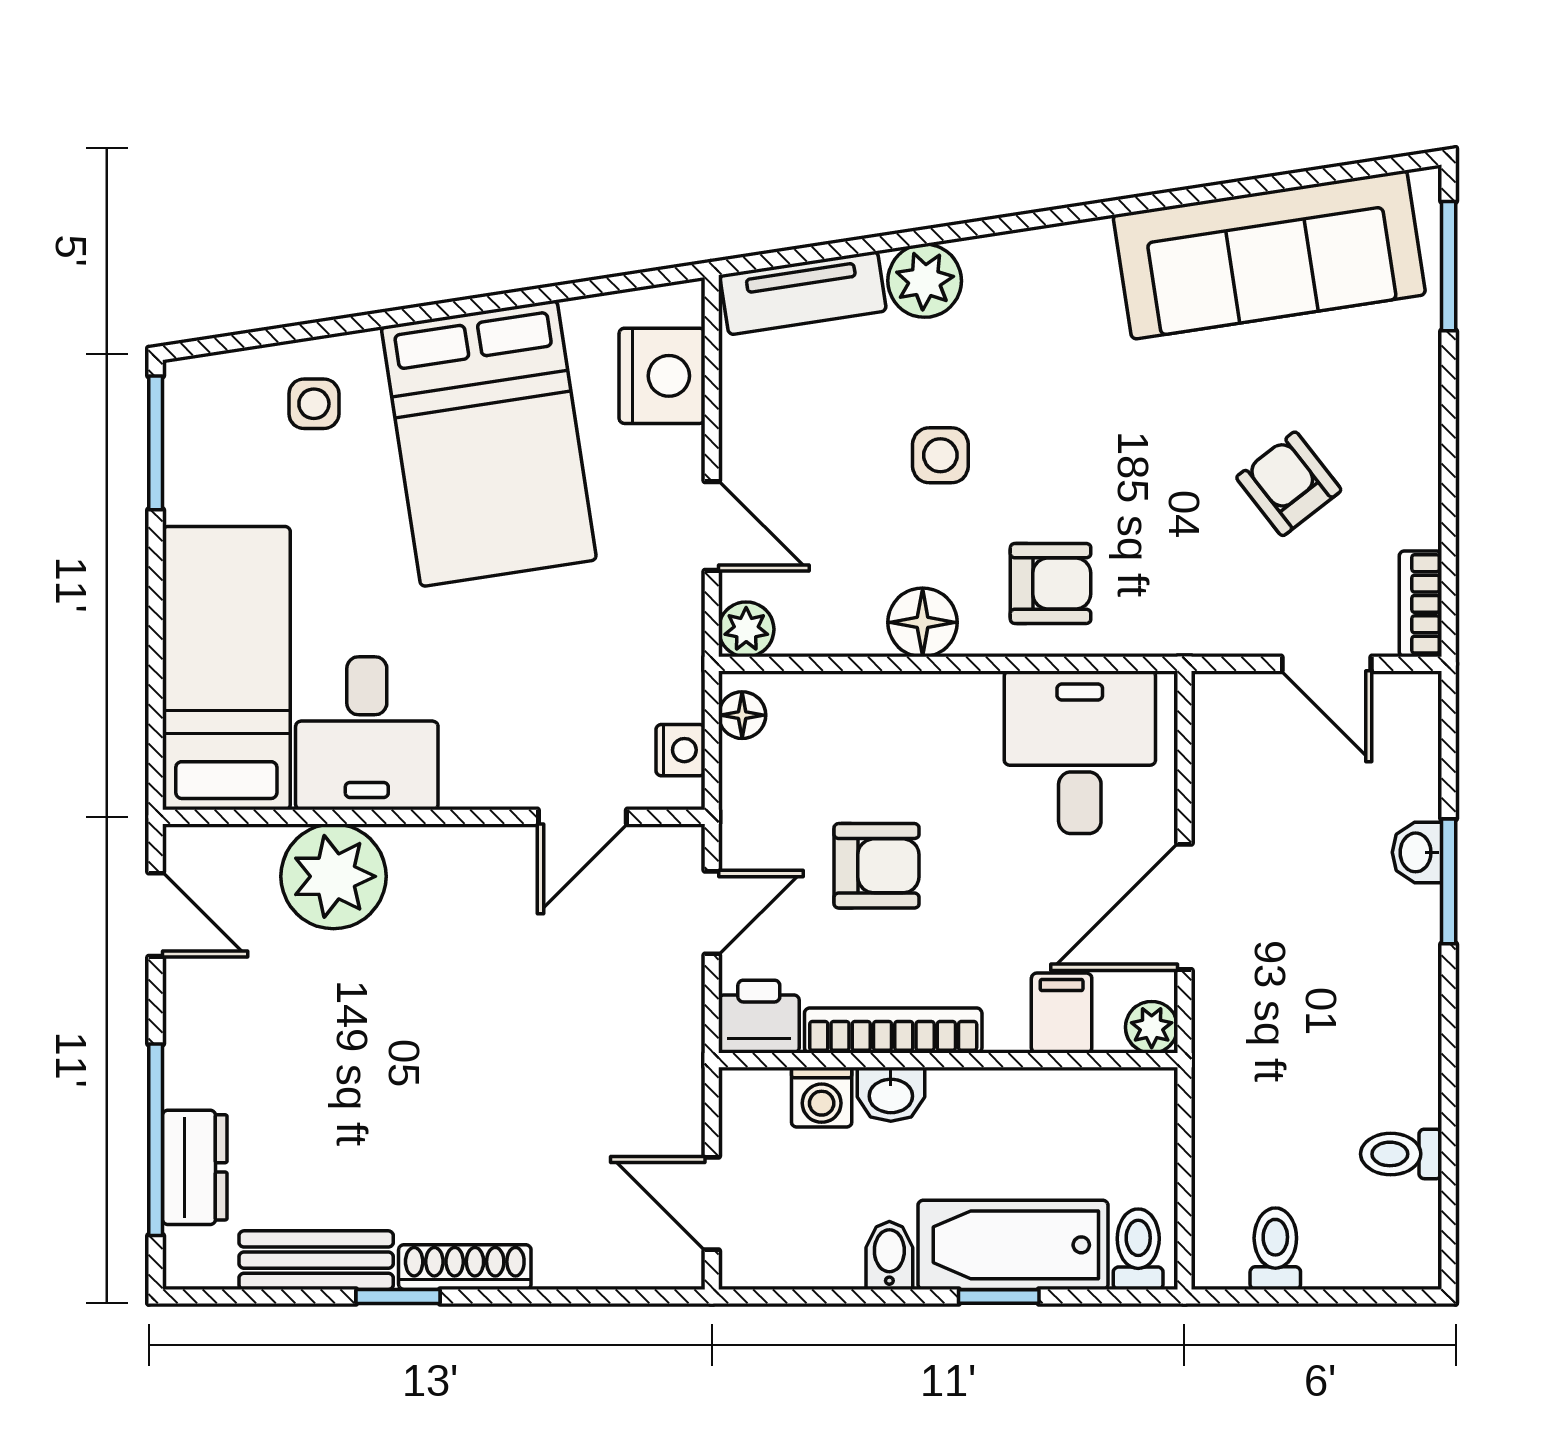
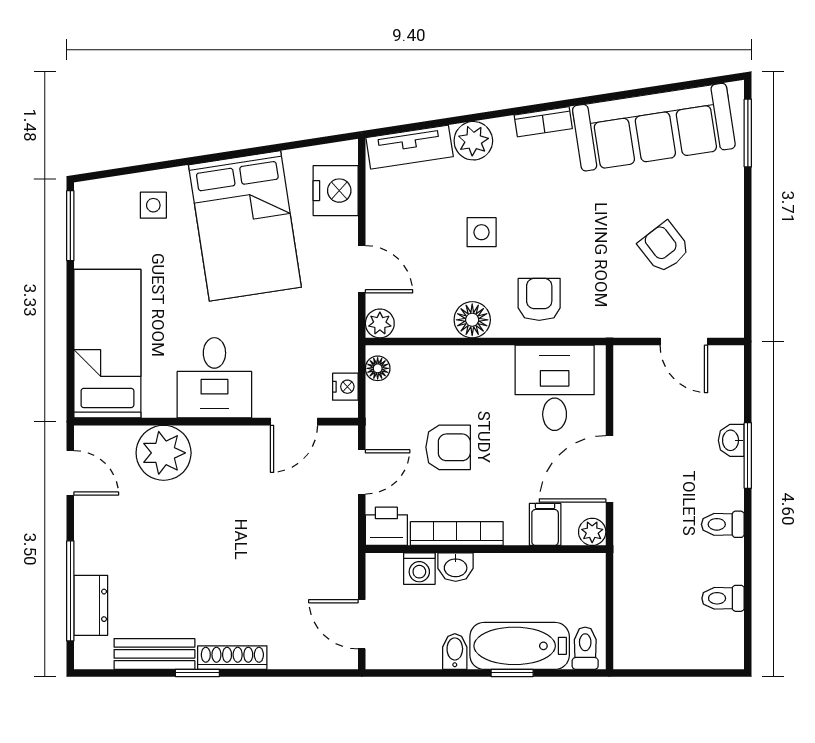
armchair: (1051, 583) -> (539, 299), turned -90
bookcase: (1420, 604) -> (543, 122), moved, turned -99
desk: (367, 733) -> (214, 378), moved
toilet: (1275, 1249) -> (723, 524), moved, turned -90

